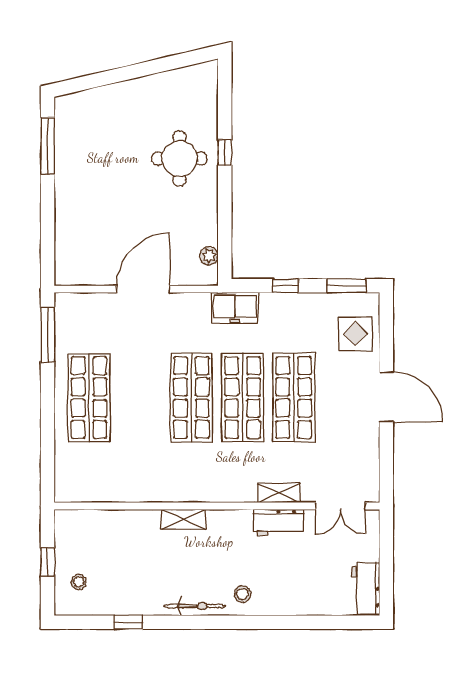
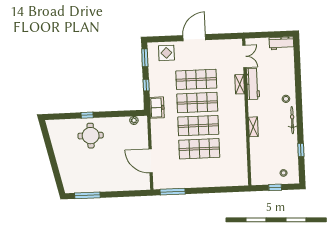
door: (143, 289) -> (151, 161), moved
shop shelf: (89, 398) -> (199, 149), moved
workbench: (279, 522) -> (253, 84), width x1.37

